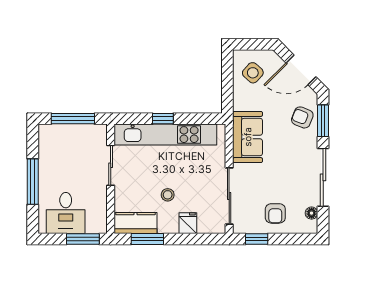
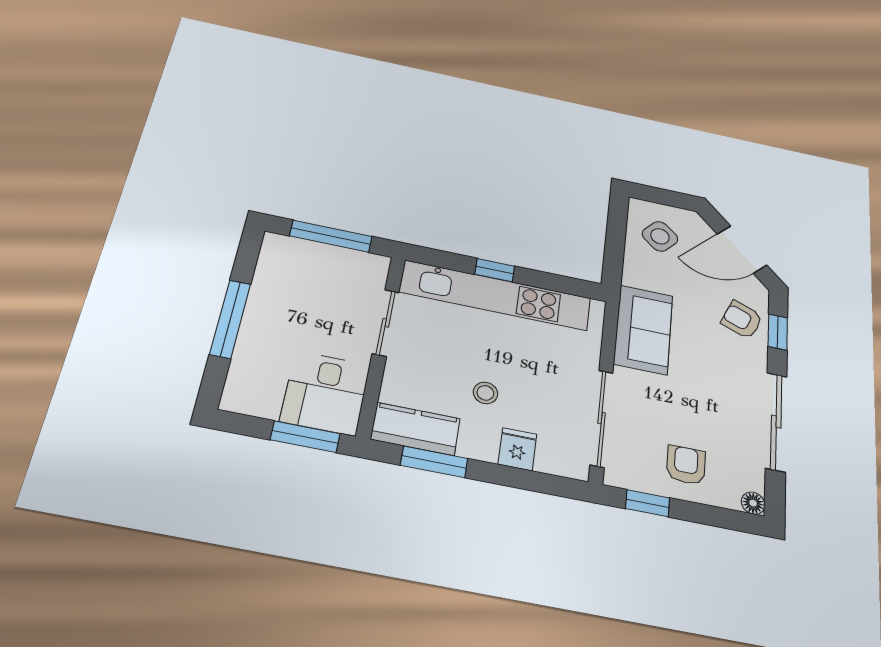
window: (323, 121) -> (778, 332), width x0.67
desk: (66, 213) -> (325, 393), moved
armchair: (275, 213) -> (686, 465), turned 180
floor lamp: (312, 213) -> (753, 503), moved

